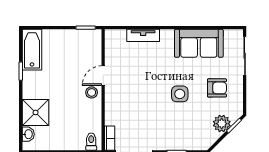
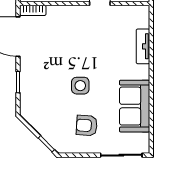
armchair: (217, 88) -> (87, 125), turned 94
plant: (222, 124) -> (49, 131), removed

